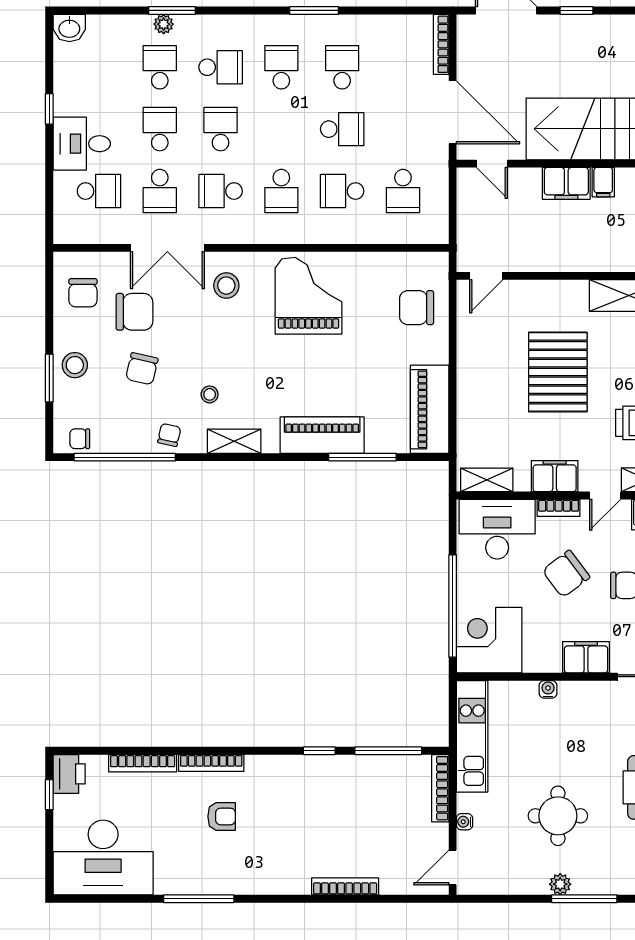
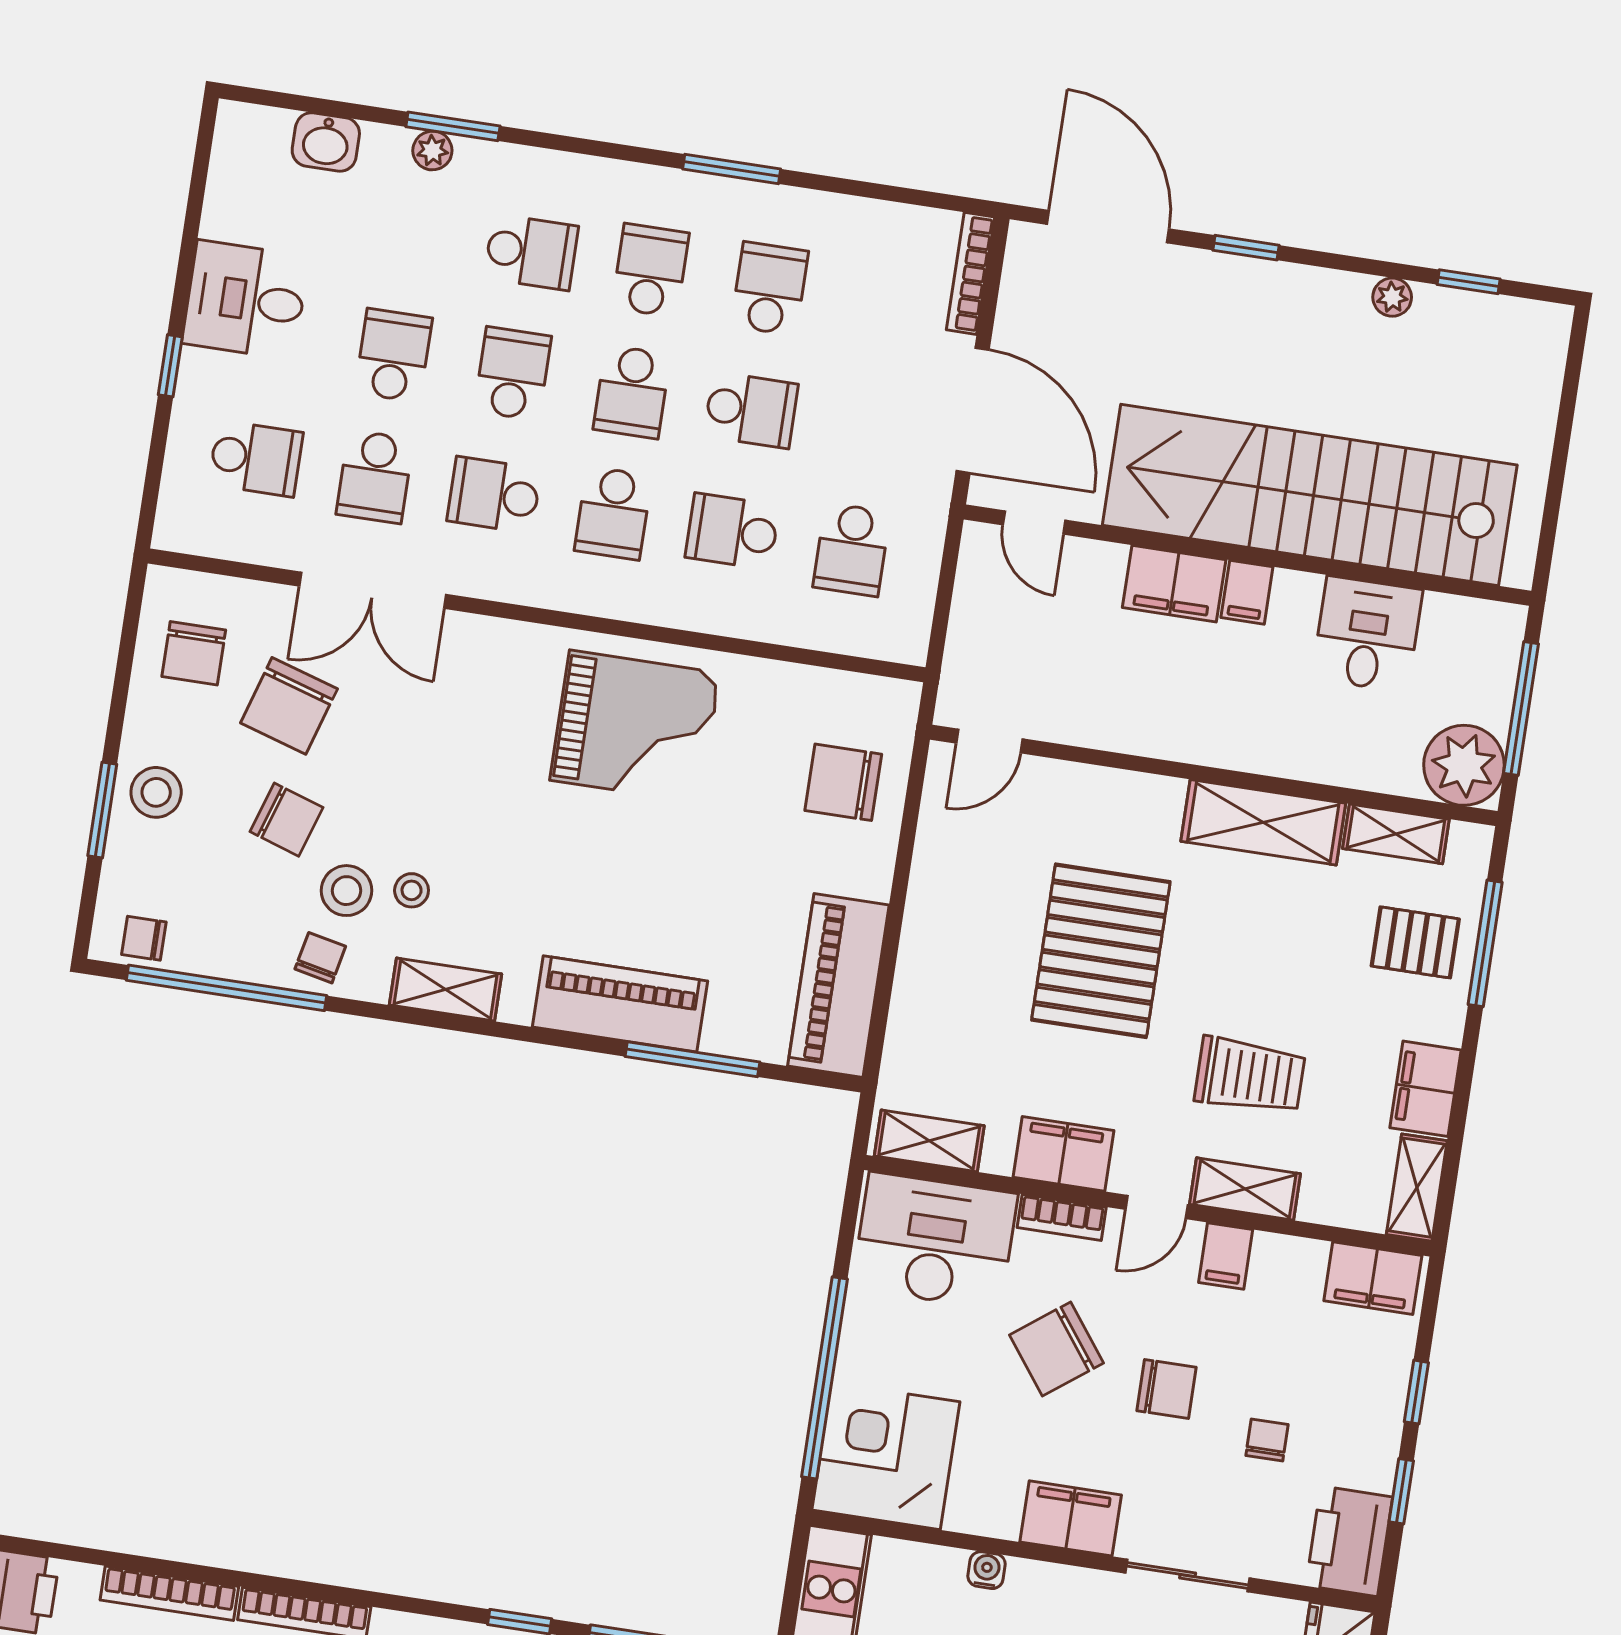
washbasin: (69, 28) -> (326, 142), moved
school desk: (160, 67) -> (632, 392), moved, turned 180
window: (49, 109) -> (170, 366), moved
desk: (82, 144) -> (245, 300), moved
stool: (226, 286) -> (347, 891), moved
grand piano: (308, 296) -> (635, 727), turned 90
chair: (134, 312) -> (289, 706), turned 107
chair: (142, 369) -> (286, 820), turned -85

